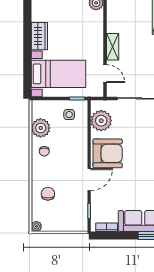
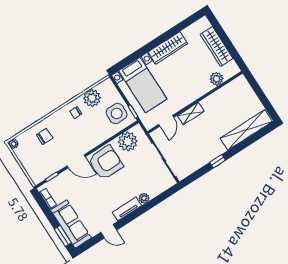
wardrobe: (39, 36) -> (168, 48), width x1.50
side table: (69, 115) -> (117, 113), width x1.87, depth x1.87
armchair: (108, 153) -> (106, 163), turned -90

